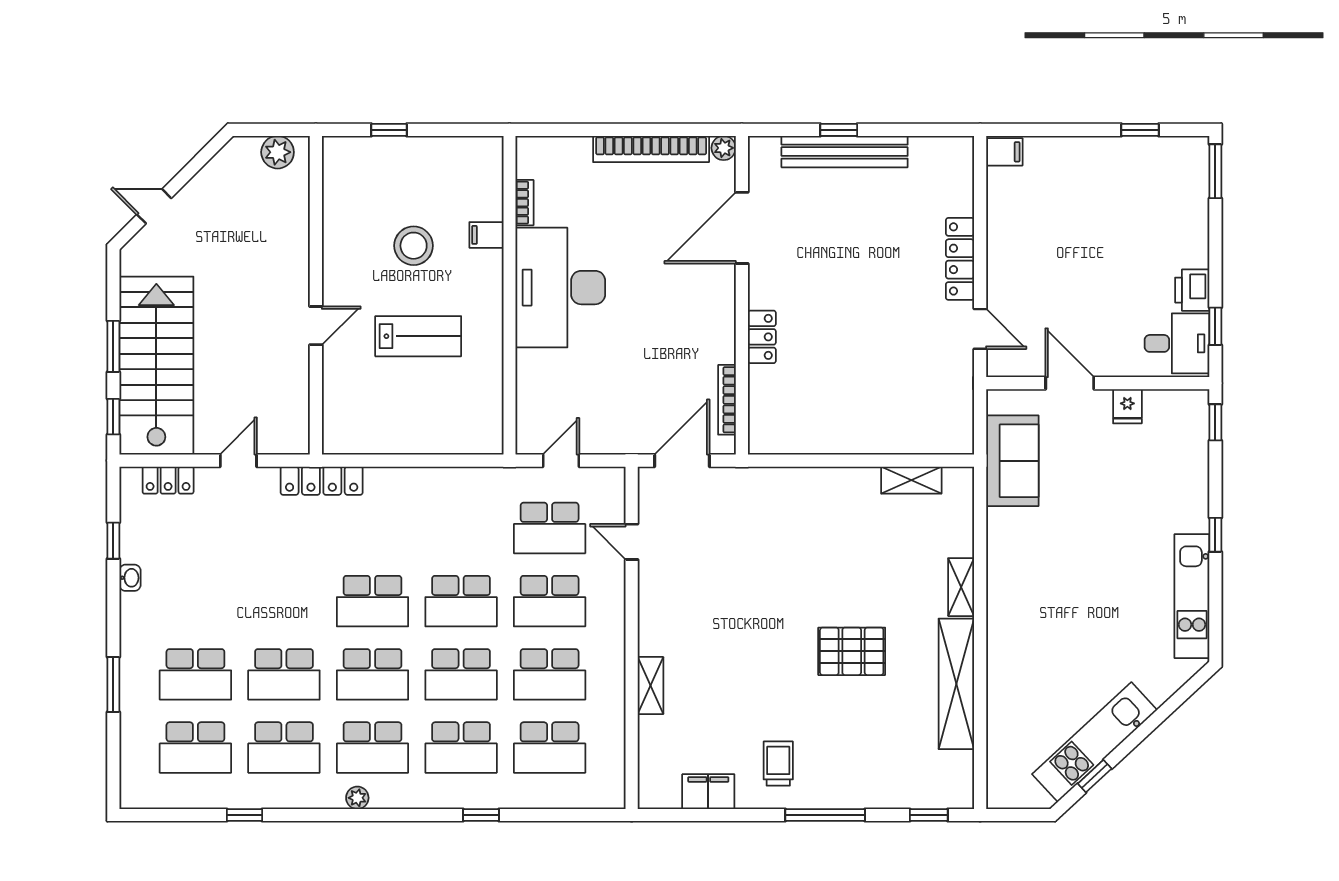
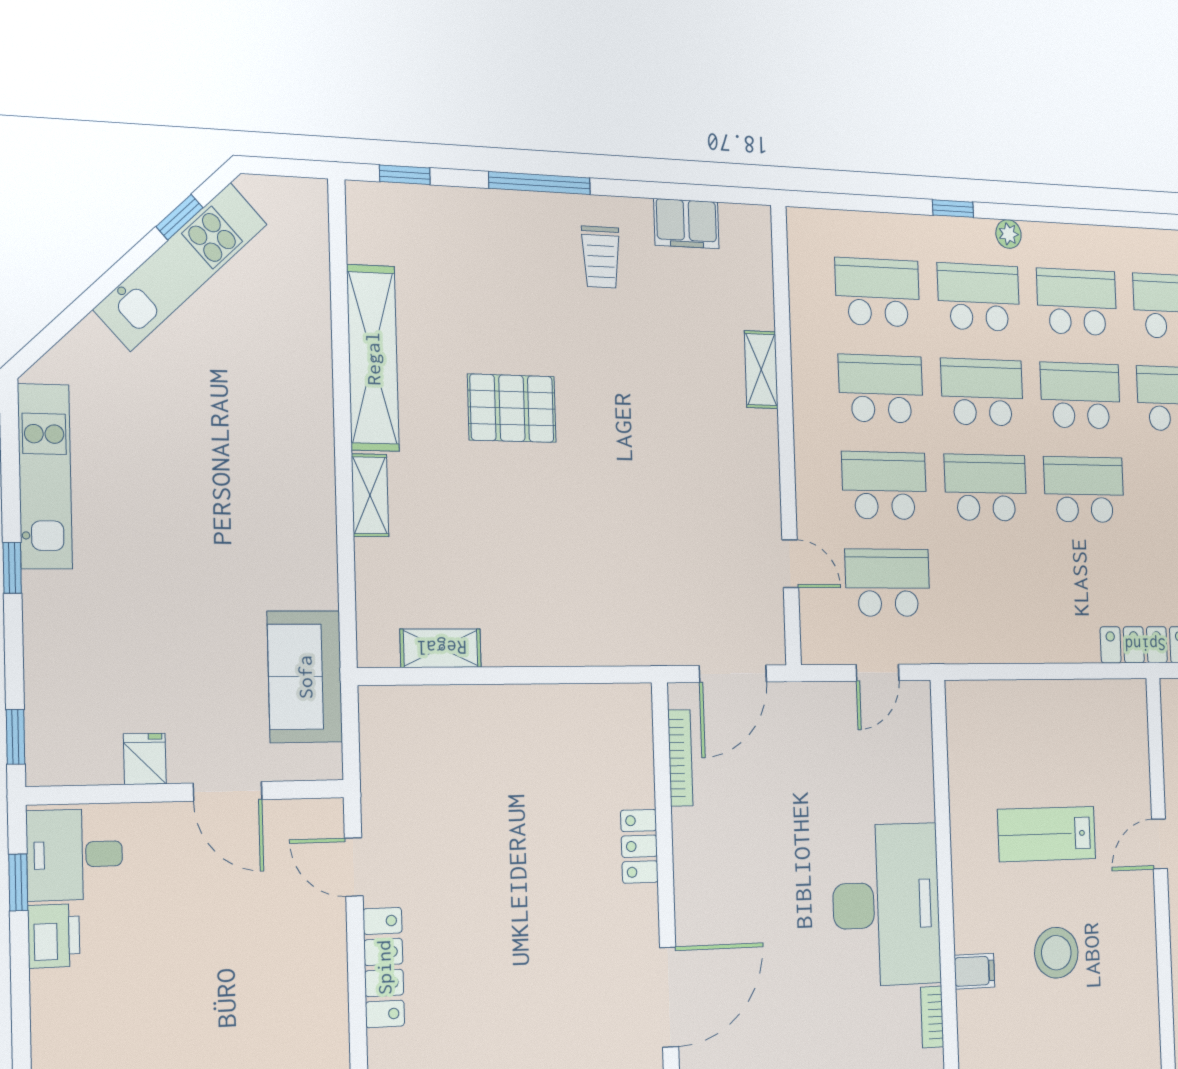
plant: (357, 798) -> (1009, 234), moved

